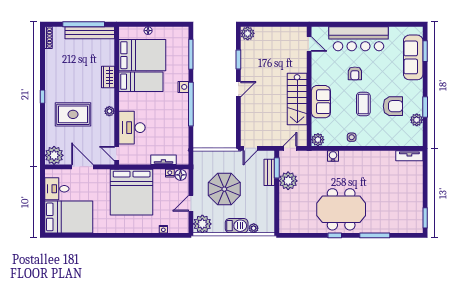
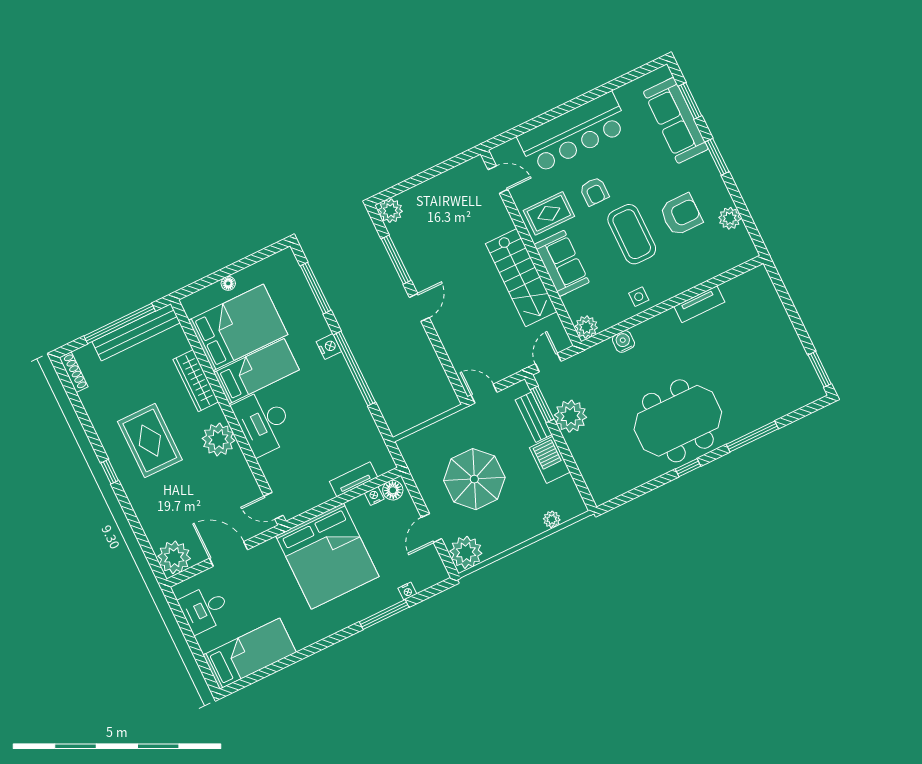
window: (238, 60) -> (396, 260), width x1.44
rug: (327, 73) -> (549, 213), added
wardrobe: (108, 77) -> (196, 381), width x1.50
coffee table: (363, 104) -> (632, 234), width x1.36, depth x1.32
window: (425, 107) -> (717, 157), moved
plant: (109, 111) -> (218, 439), width x1.87, depth x1.87
rug: (73, 114) -> (150, 441), moved, turned 90
desk: (132, 128) -> (263, 422), moved
door: (250, 148) -> (484, 394), swing flipped
tv unit: (409, 156) -> (699, 304), moved
bed: (69, 217) -> (250, 654), width x0.67
barbecue: (237, 226) -> (550, 460), moved, turned -90
window: (146, 235) -> (384, 615), added

